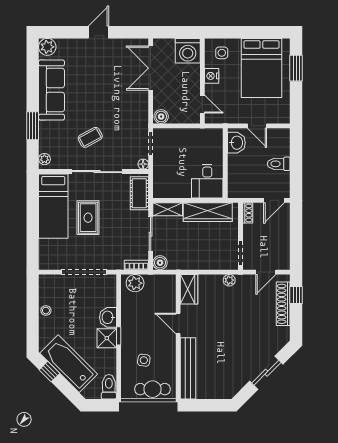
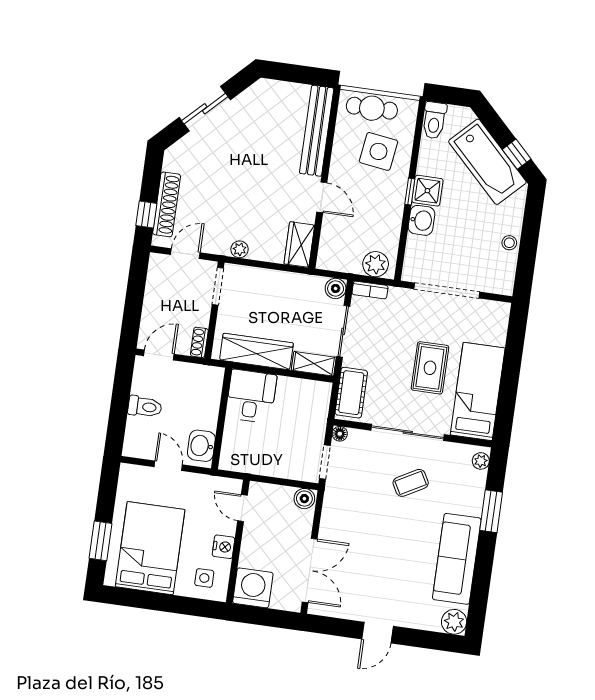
side table: (144, 360) -> (379, 151), width x1.87, depth x1.87

